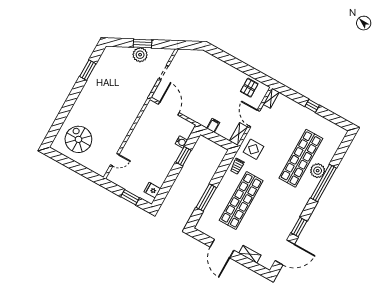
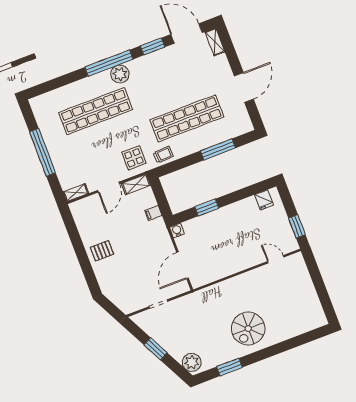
plant: (140, 55) -> (192, 362), moved
pallet: (249, 88) -> (102, 251), moved
window: (312, 106) -> (43, 152), width x3.17
spiral stairs: (78, 139) -> (248, 329), moved
water cooler: (181, 142) -> (177, 231), moved
plant: (318, 171) -> (120, 74), moved
window: (324, 183) -> (109, 63), moved
window: (130, 197) -> (297, 226), moved
shelving: (250, 254) -> (215, 42), moved

